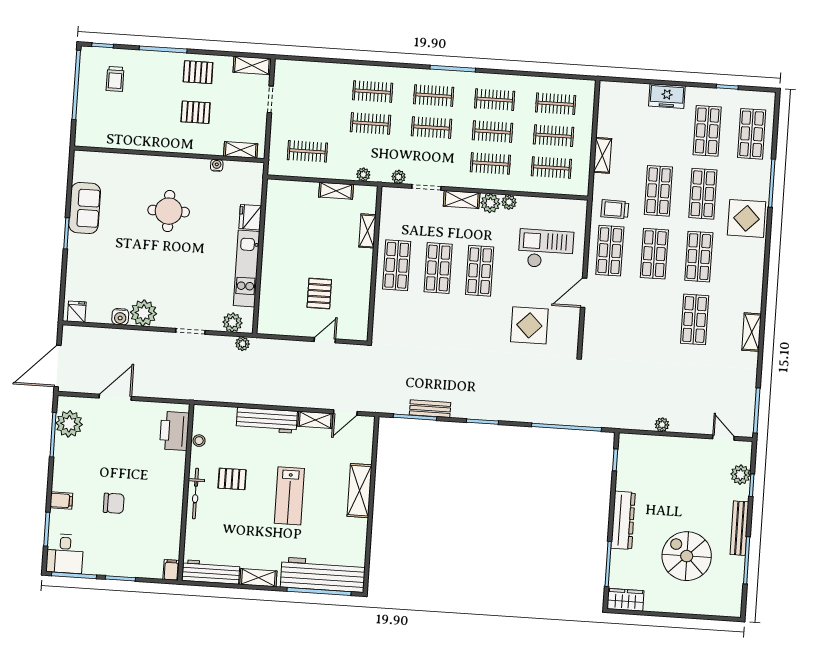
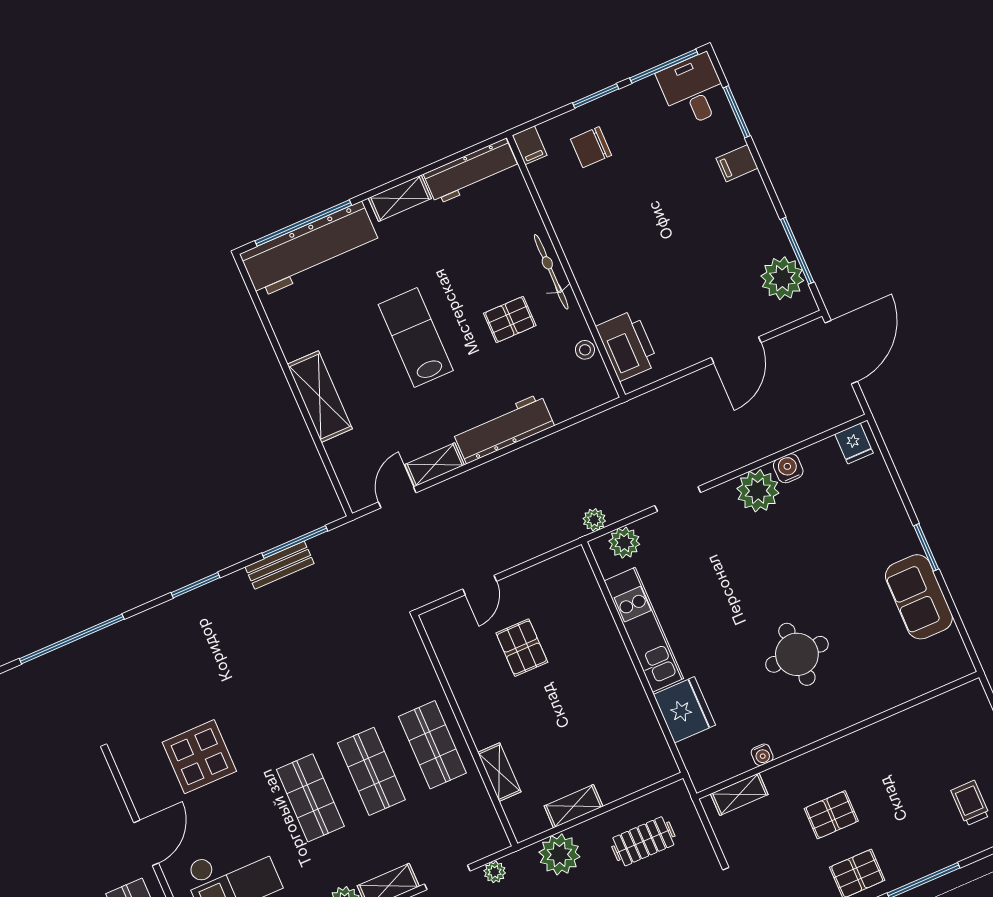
plant: (363, 175) -> (559, 854), width x1.88, depth x1.88
fridge: (250, 217) -> (684, 710), width x1.36, depth x1.34
chair: (114, 503) -> (591, 147), moved

